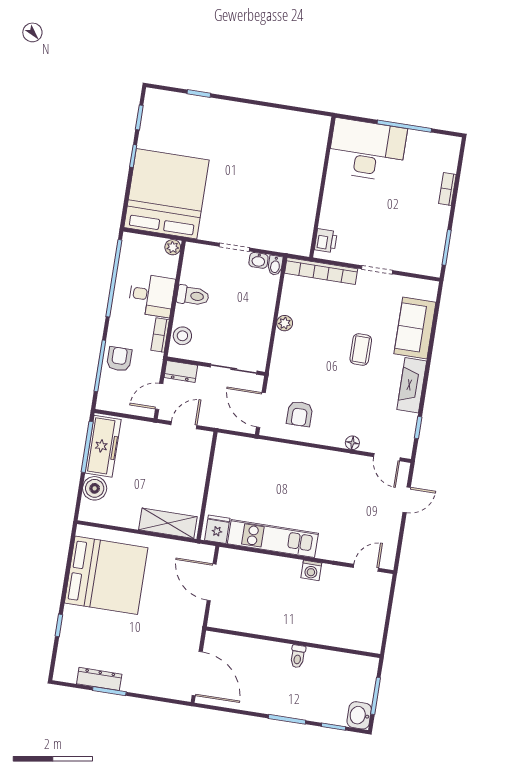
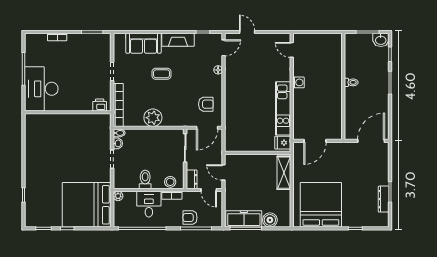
plant: (285, 323) -> (153, 118), width x1.88, depth x1.88

